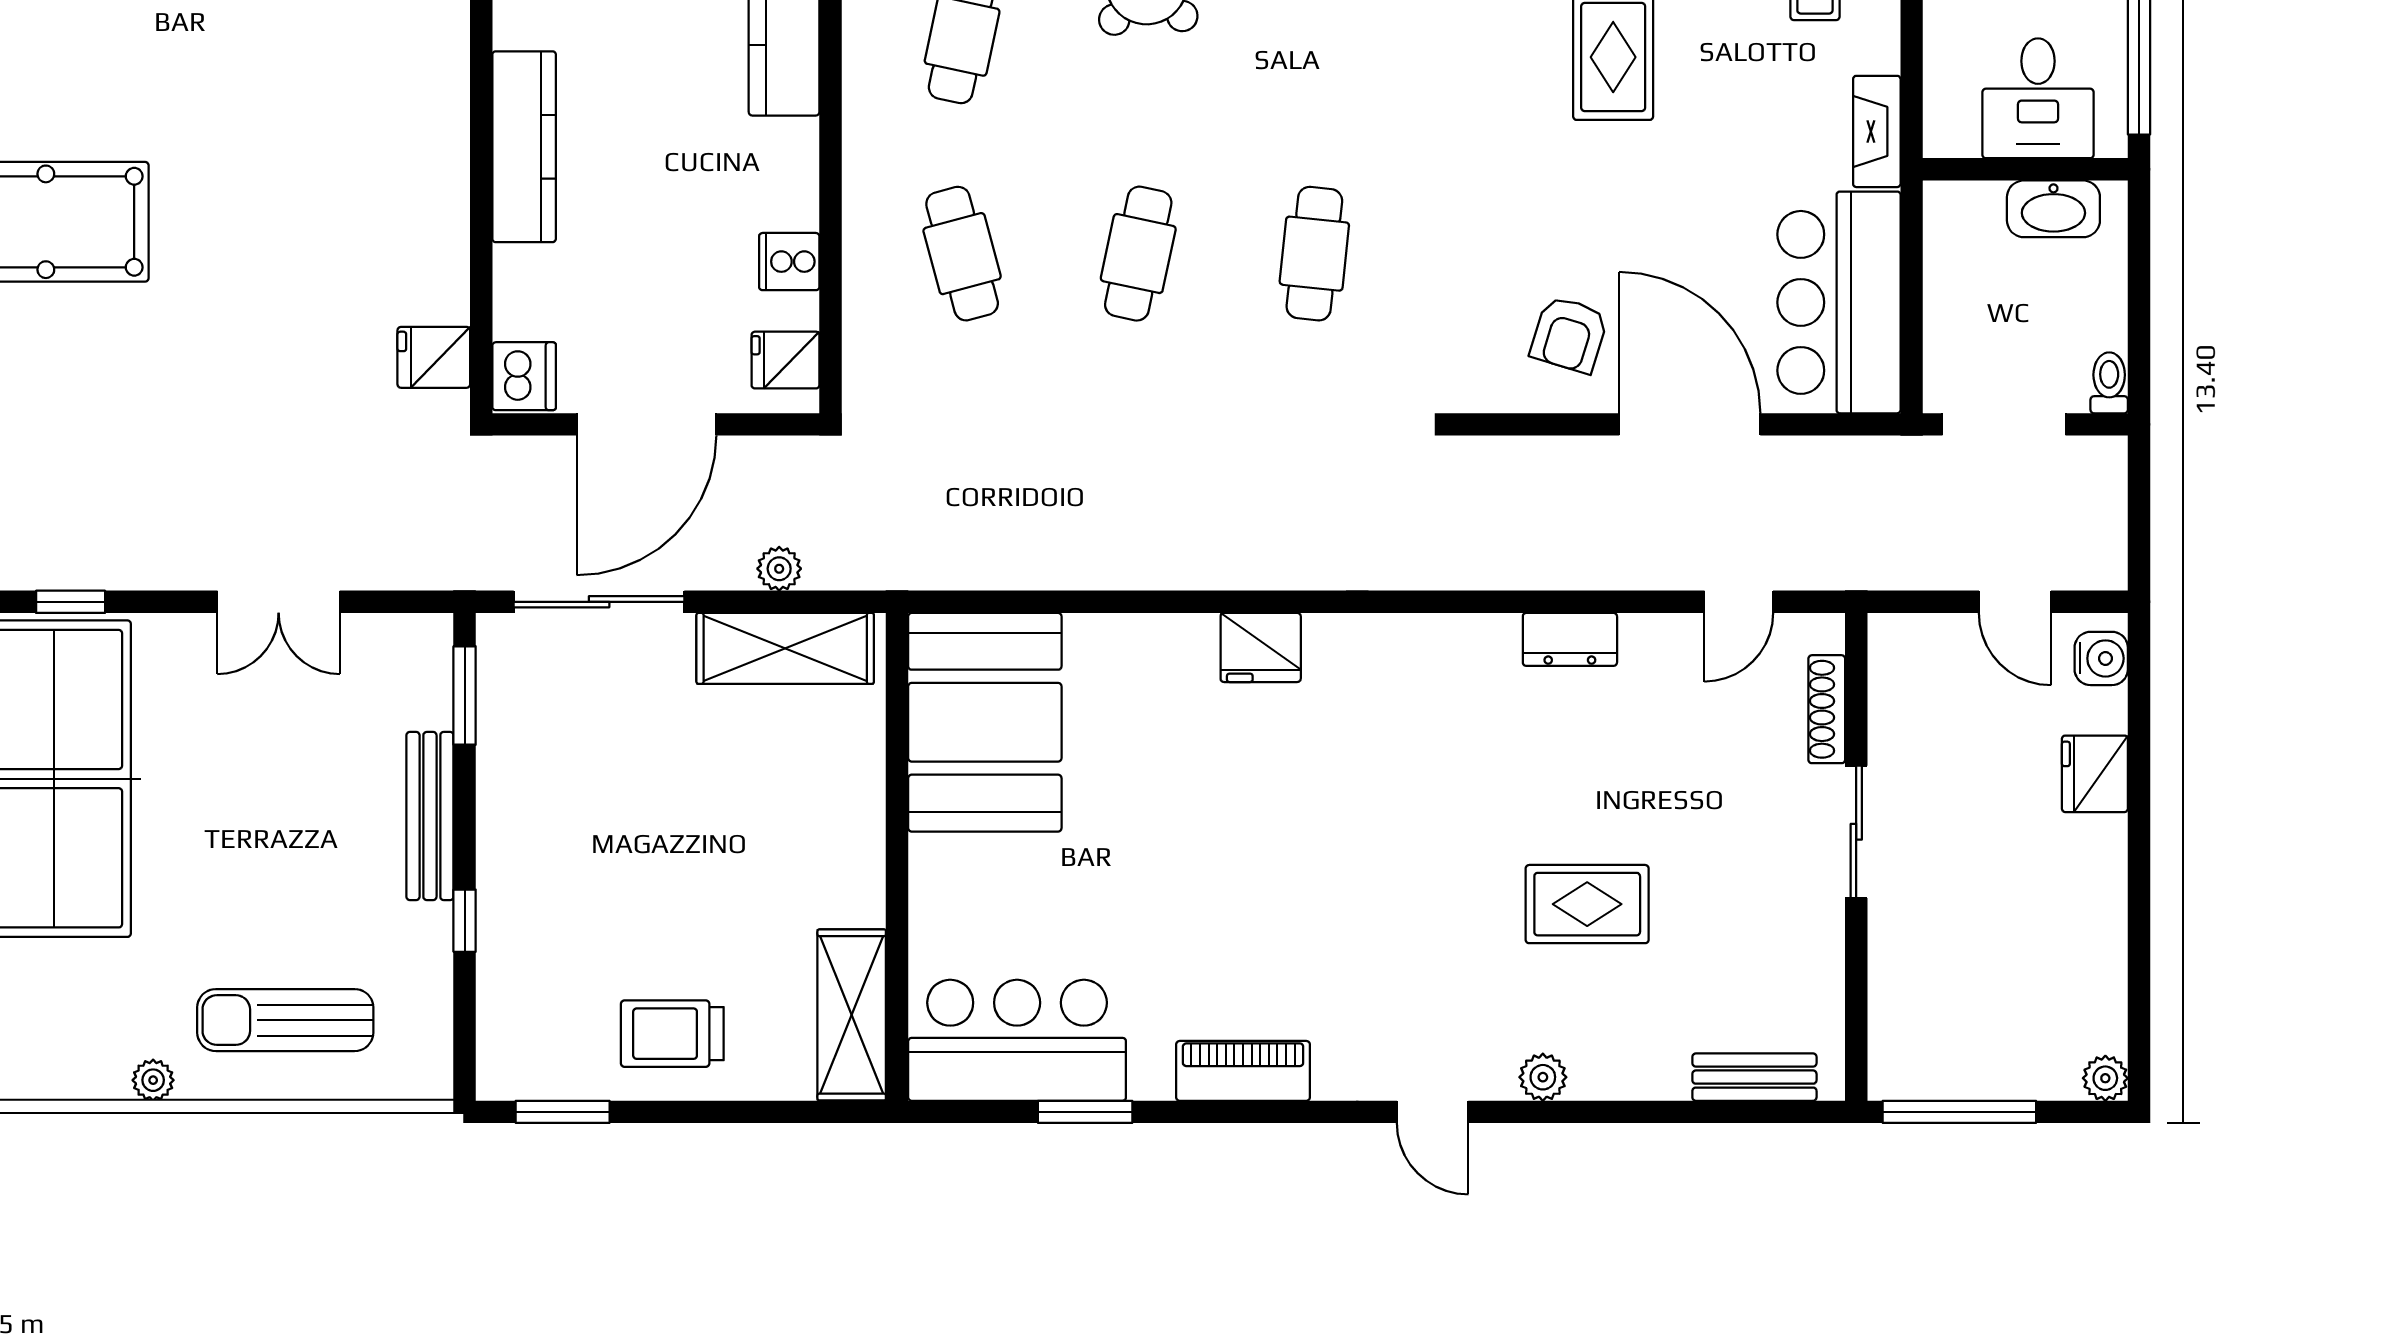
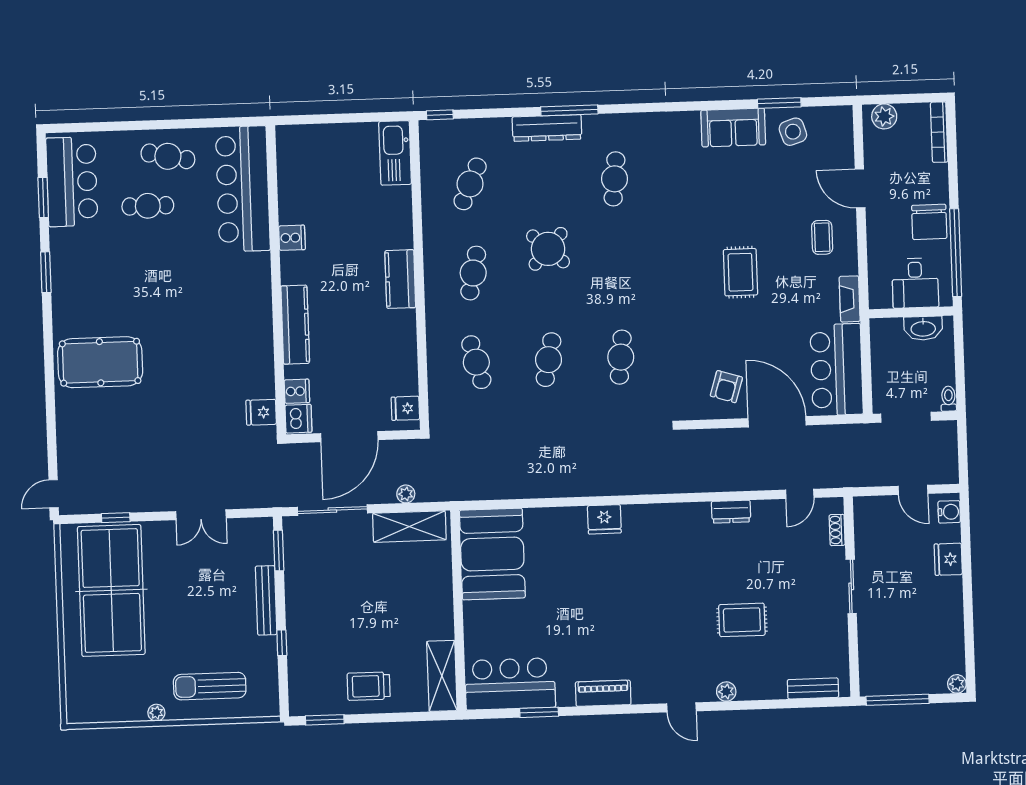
cooker: (789, 262) -> (297, 391), moved, turned 180
shoe rack: (1827, 709) -> (837, 530), width x0.70

